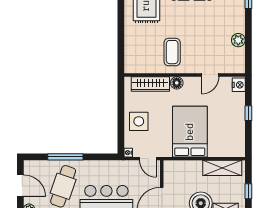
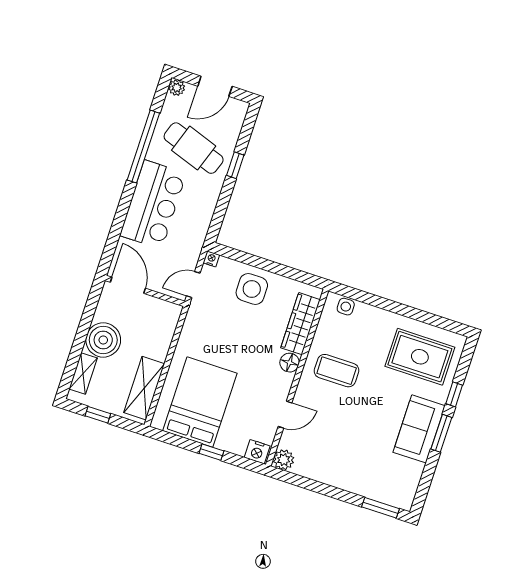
plant: (238, 40) -> (284, 460), moved
side table: (130, 59) -> (346, 307), added
door: (210, 75) -> (285, 415), swing flipped
bed: (190, 132) -> (200, 402), moved, turned -90
window: (65, 157) -> (235, 165), width x0.46

